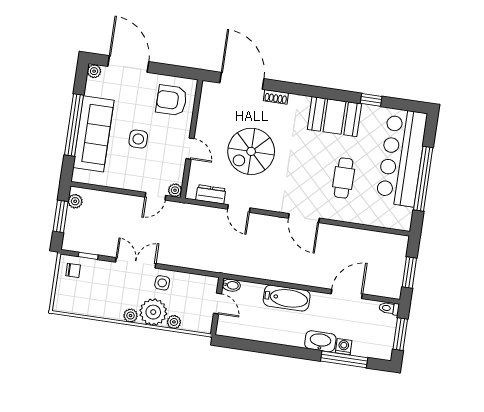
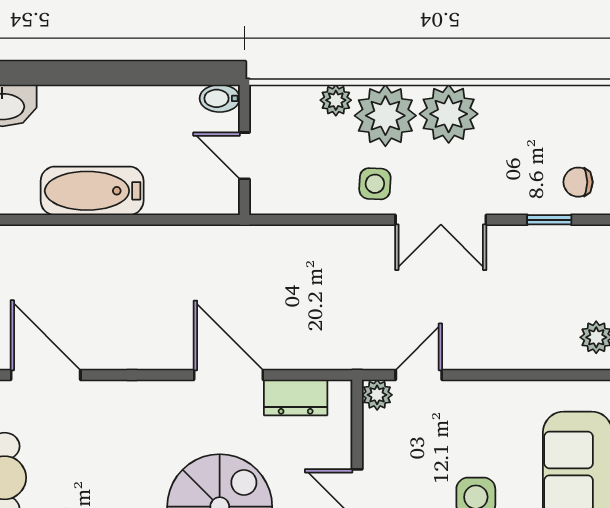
door: (239, 209) -> (229, 375), width x1.38
door: (304, 218) -> (46, 375), moved
bidet: (231, 285) -> (220, 98), moved
plant: (131, 316) -> (449, 114), width x1.88, depth x1.88

